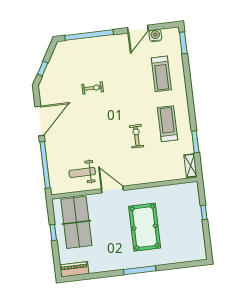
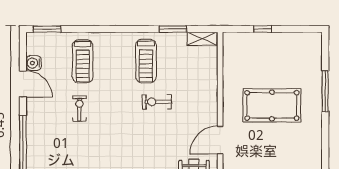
treadmill: (161, 74) -> (83, 61), turned 90
exercise bike: (93, 88) -> (79, 108), moved
treadmill: (168, 124) -> (146, 61), turned -90
window: (140, 270) -> (325, 91), moved

